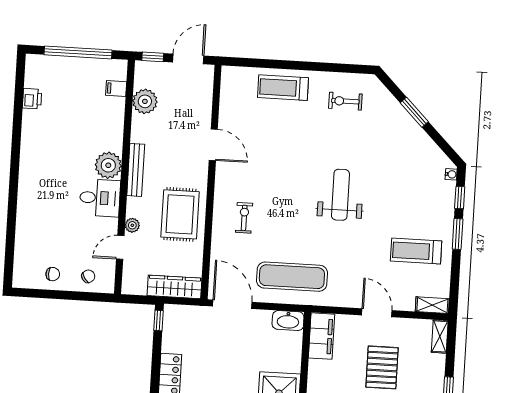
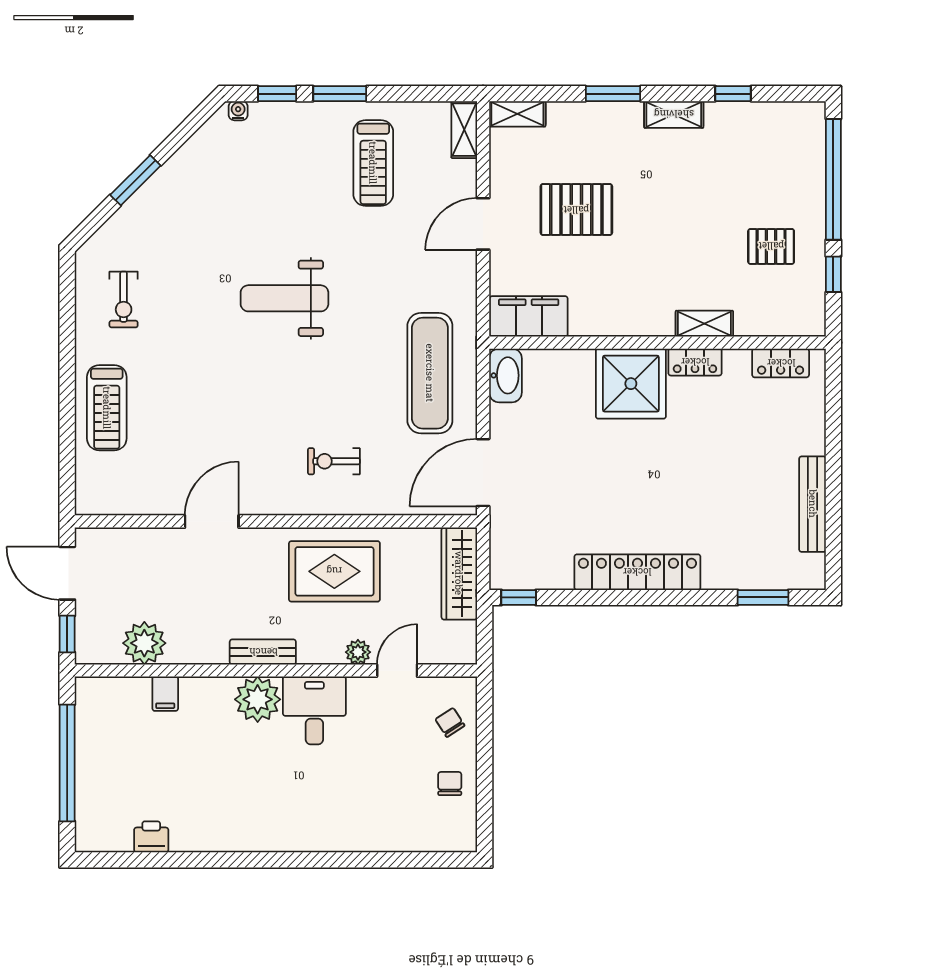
filing cabinet: (116, 88) -> (165, 694), moved
bench: (136, 170) -> (263, 652), width x0.73
door: (120, 247) -> (397, 671), swing flipped

